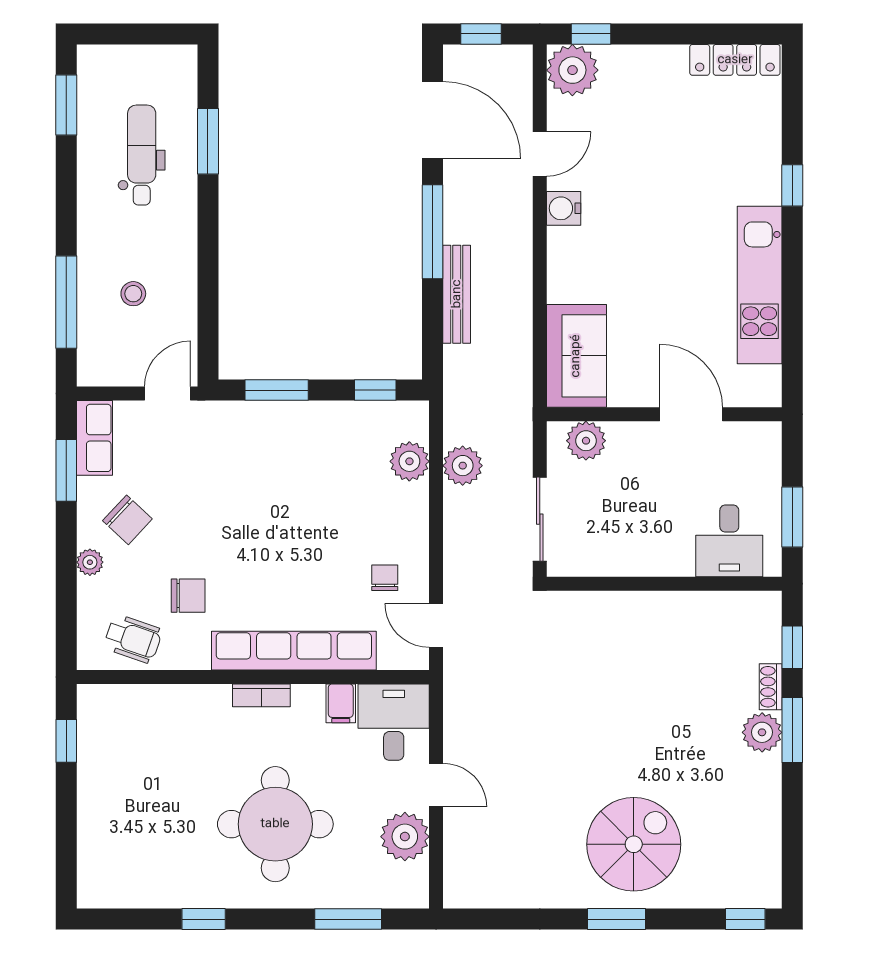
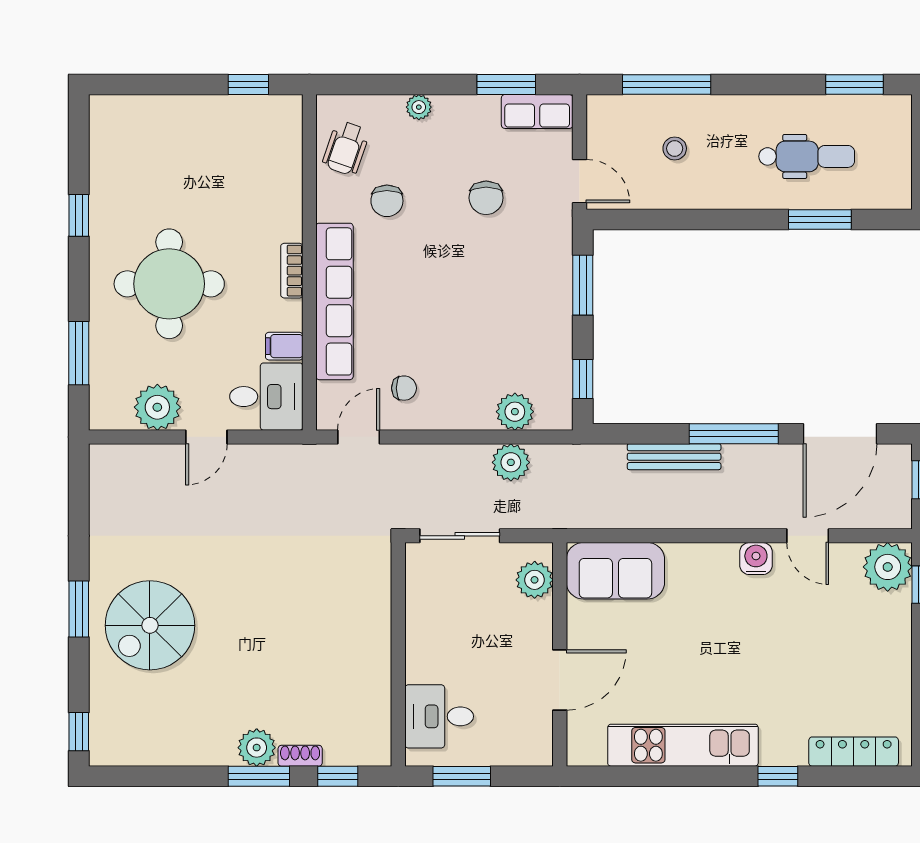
locker: (735, 60) -> (854, 752), moved, turned 90
chair: (127, 520) -> (486, 198), moved, turned -43
spiral stairs: (634, 844) -> (150, 625), turned 90

